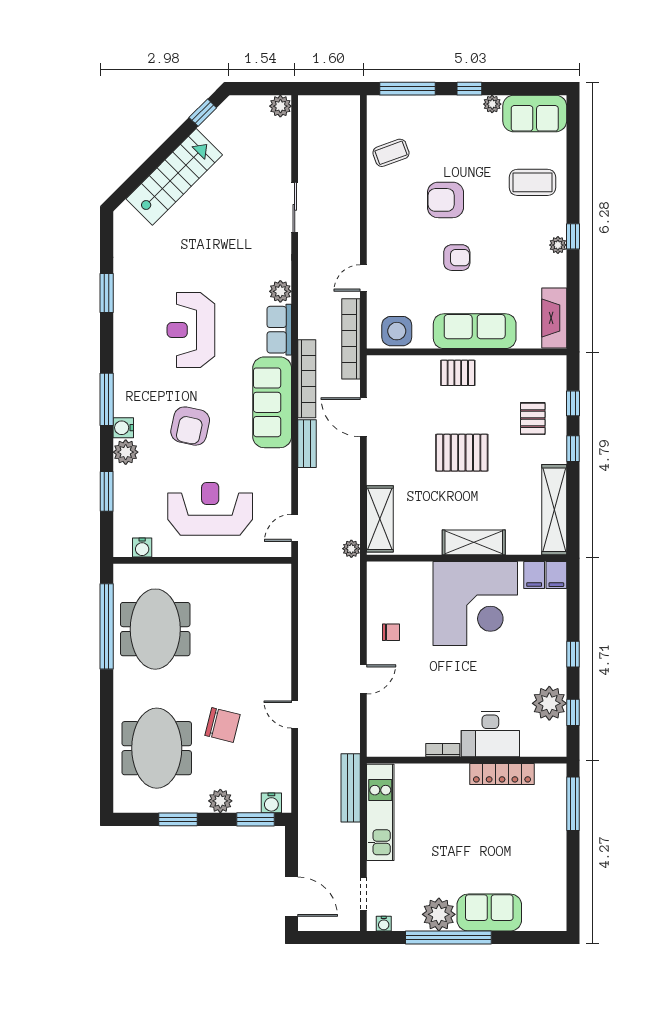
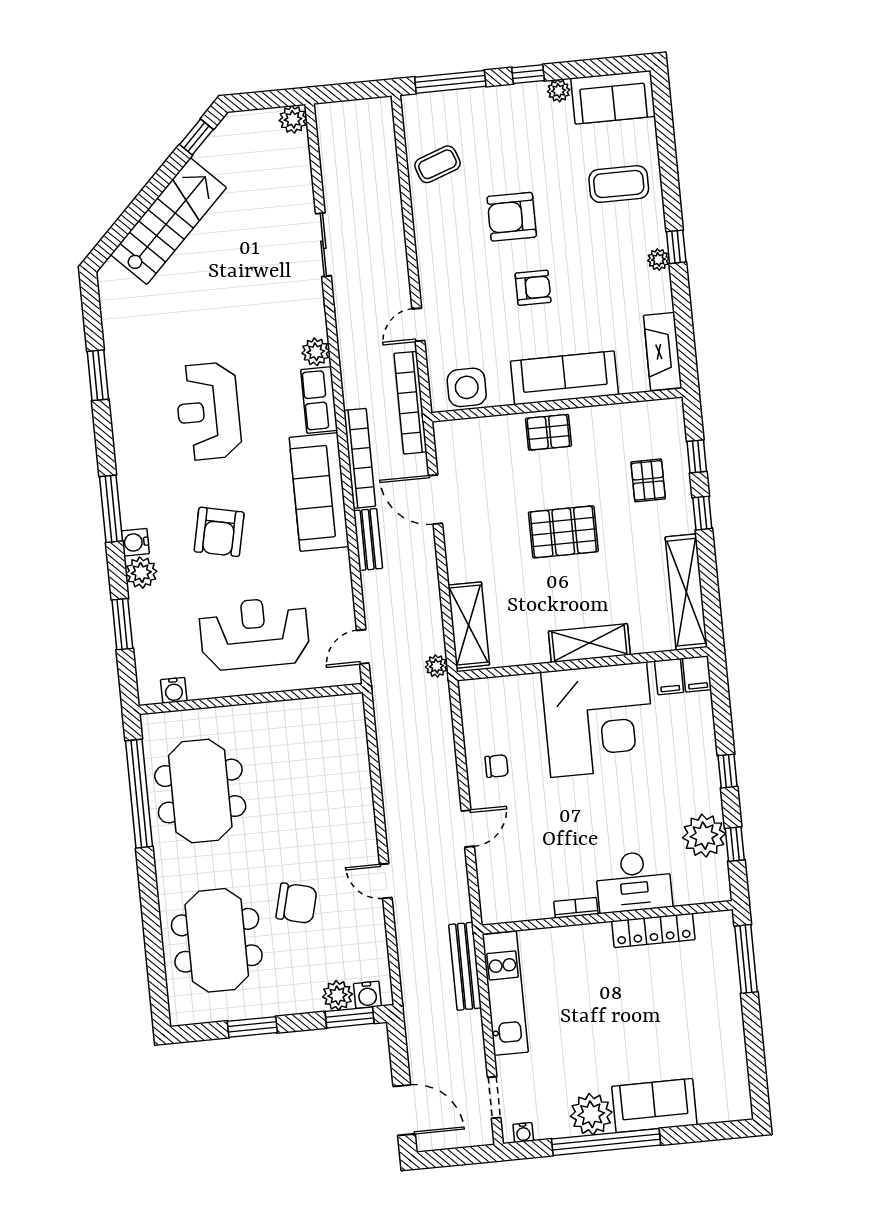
plant: (220, 801) -> (337, 995), moved

